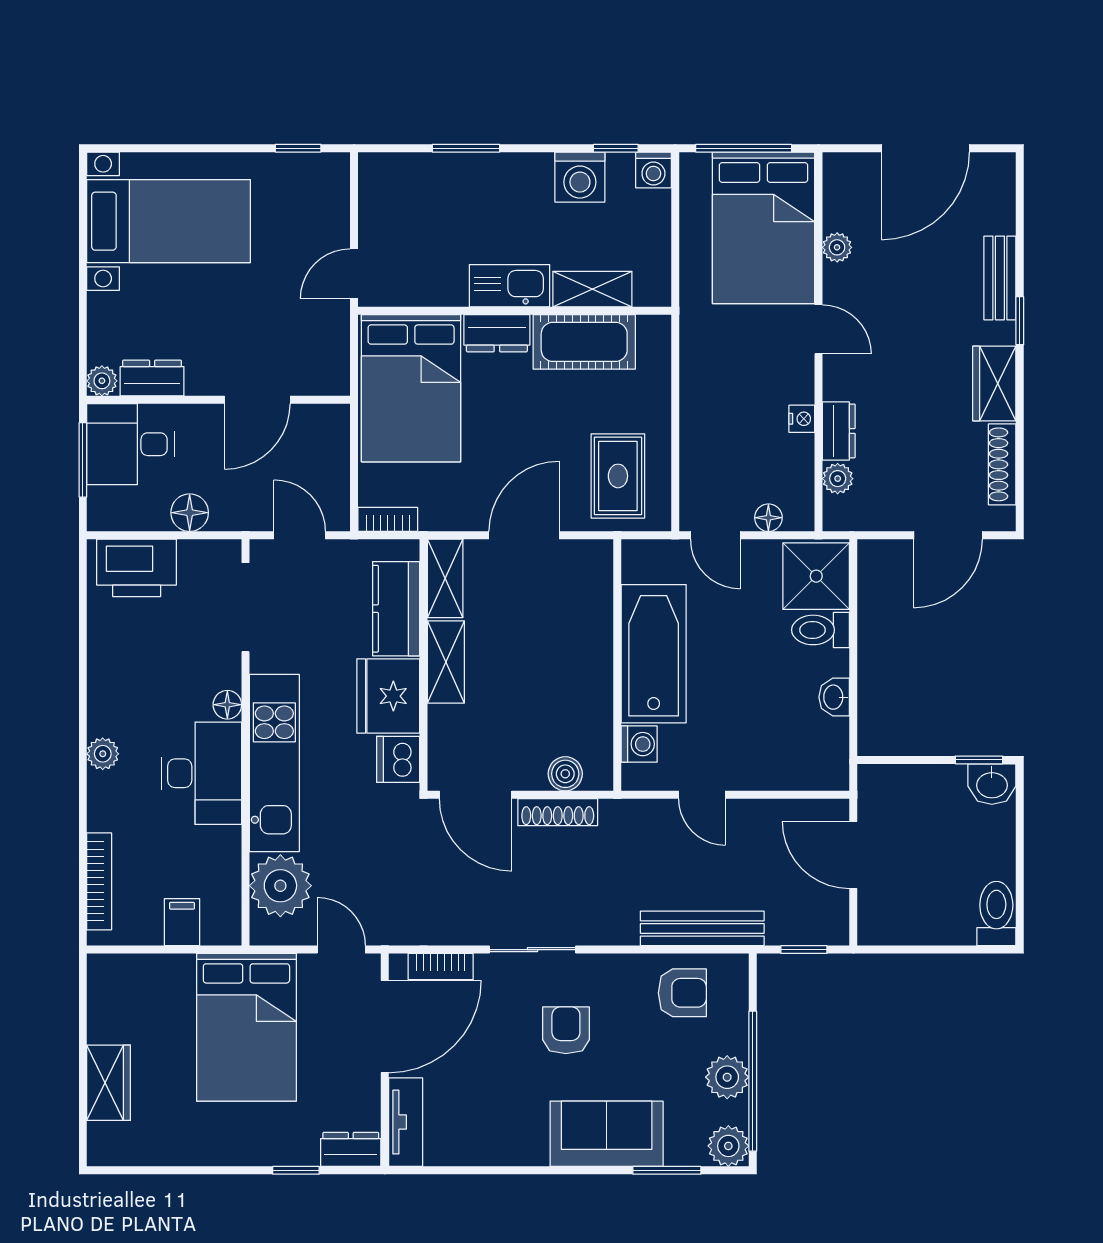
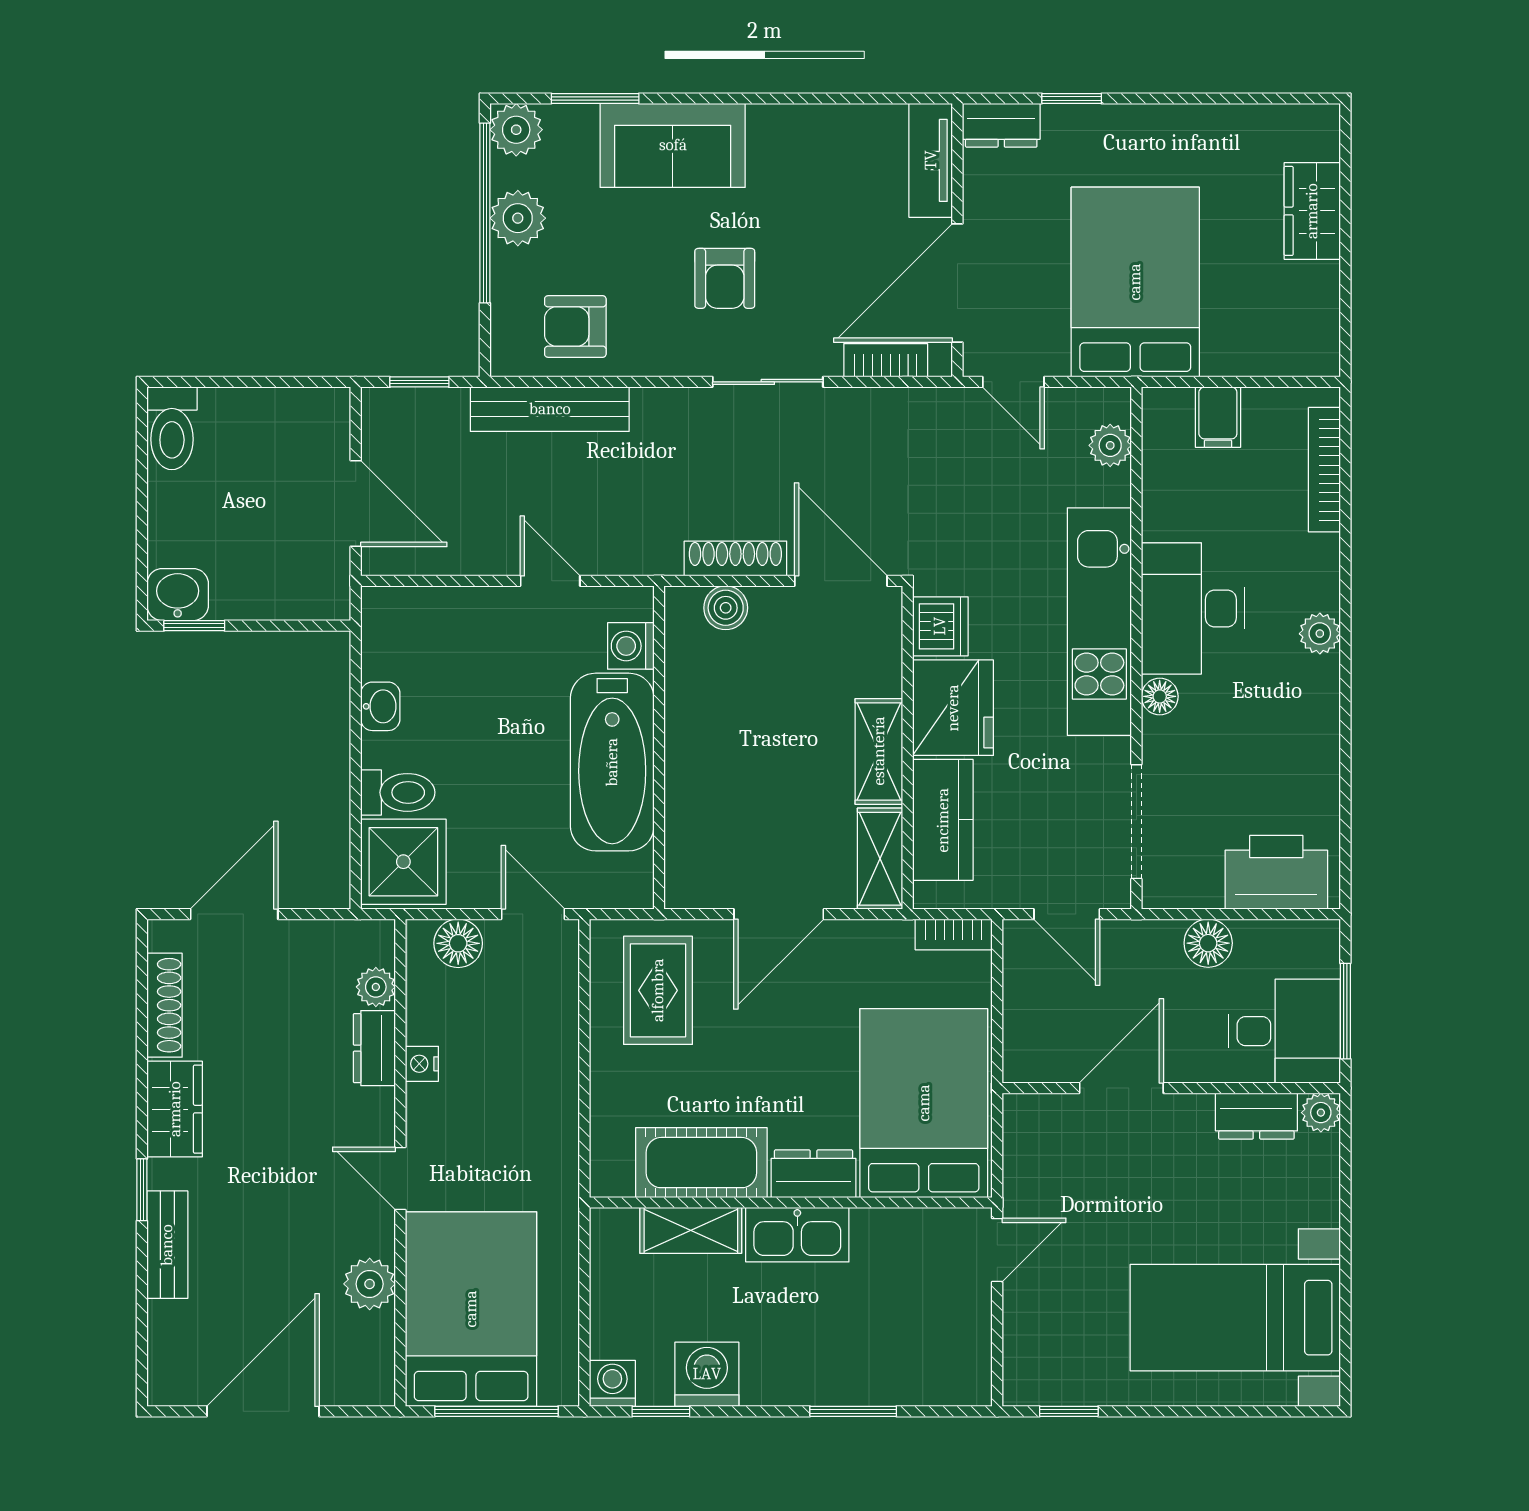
plant: (837, 247) -> (370, 1284), width x1.38, depth x1.38
floor lamp: (768, 518) -> (458, 943), width x1.37, depth x1.37
plant: (280, 886) -> (1110, 445), width x0.53, depth x0.53

